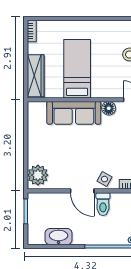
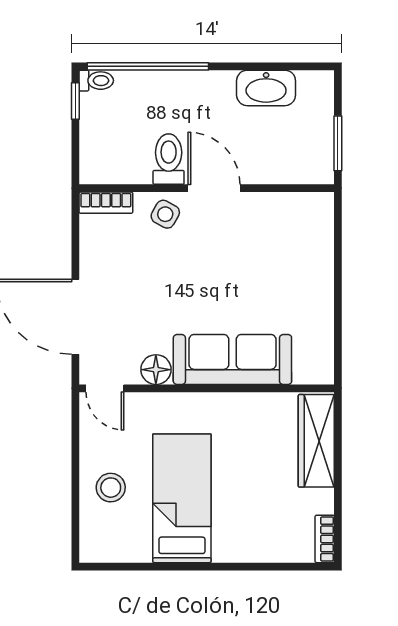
bed: (77, 69) -> (182, 498), moved, turned 180
plant: (38, 175) -> (311, 223), removed

